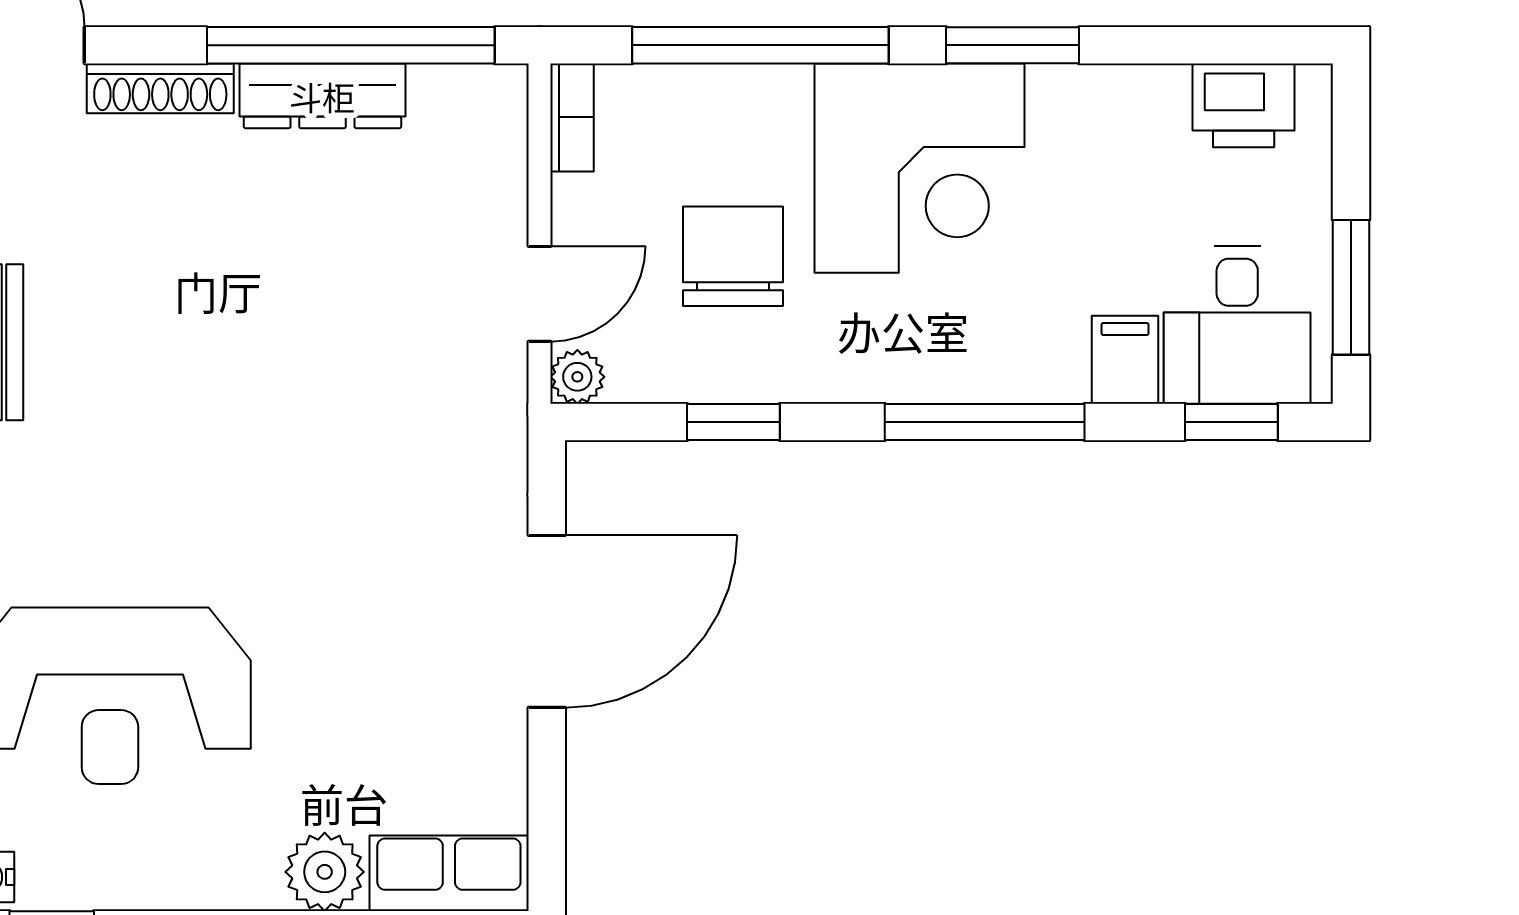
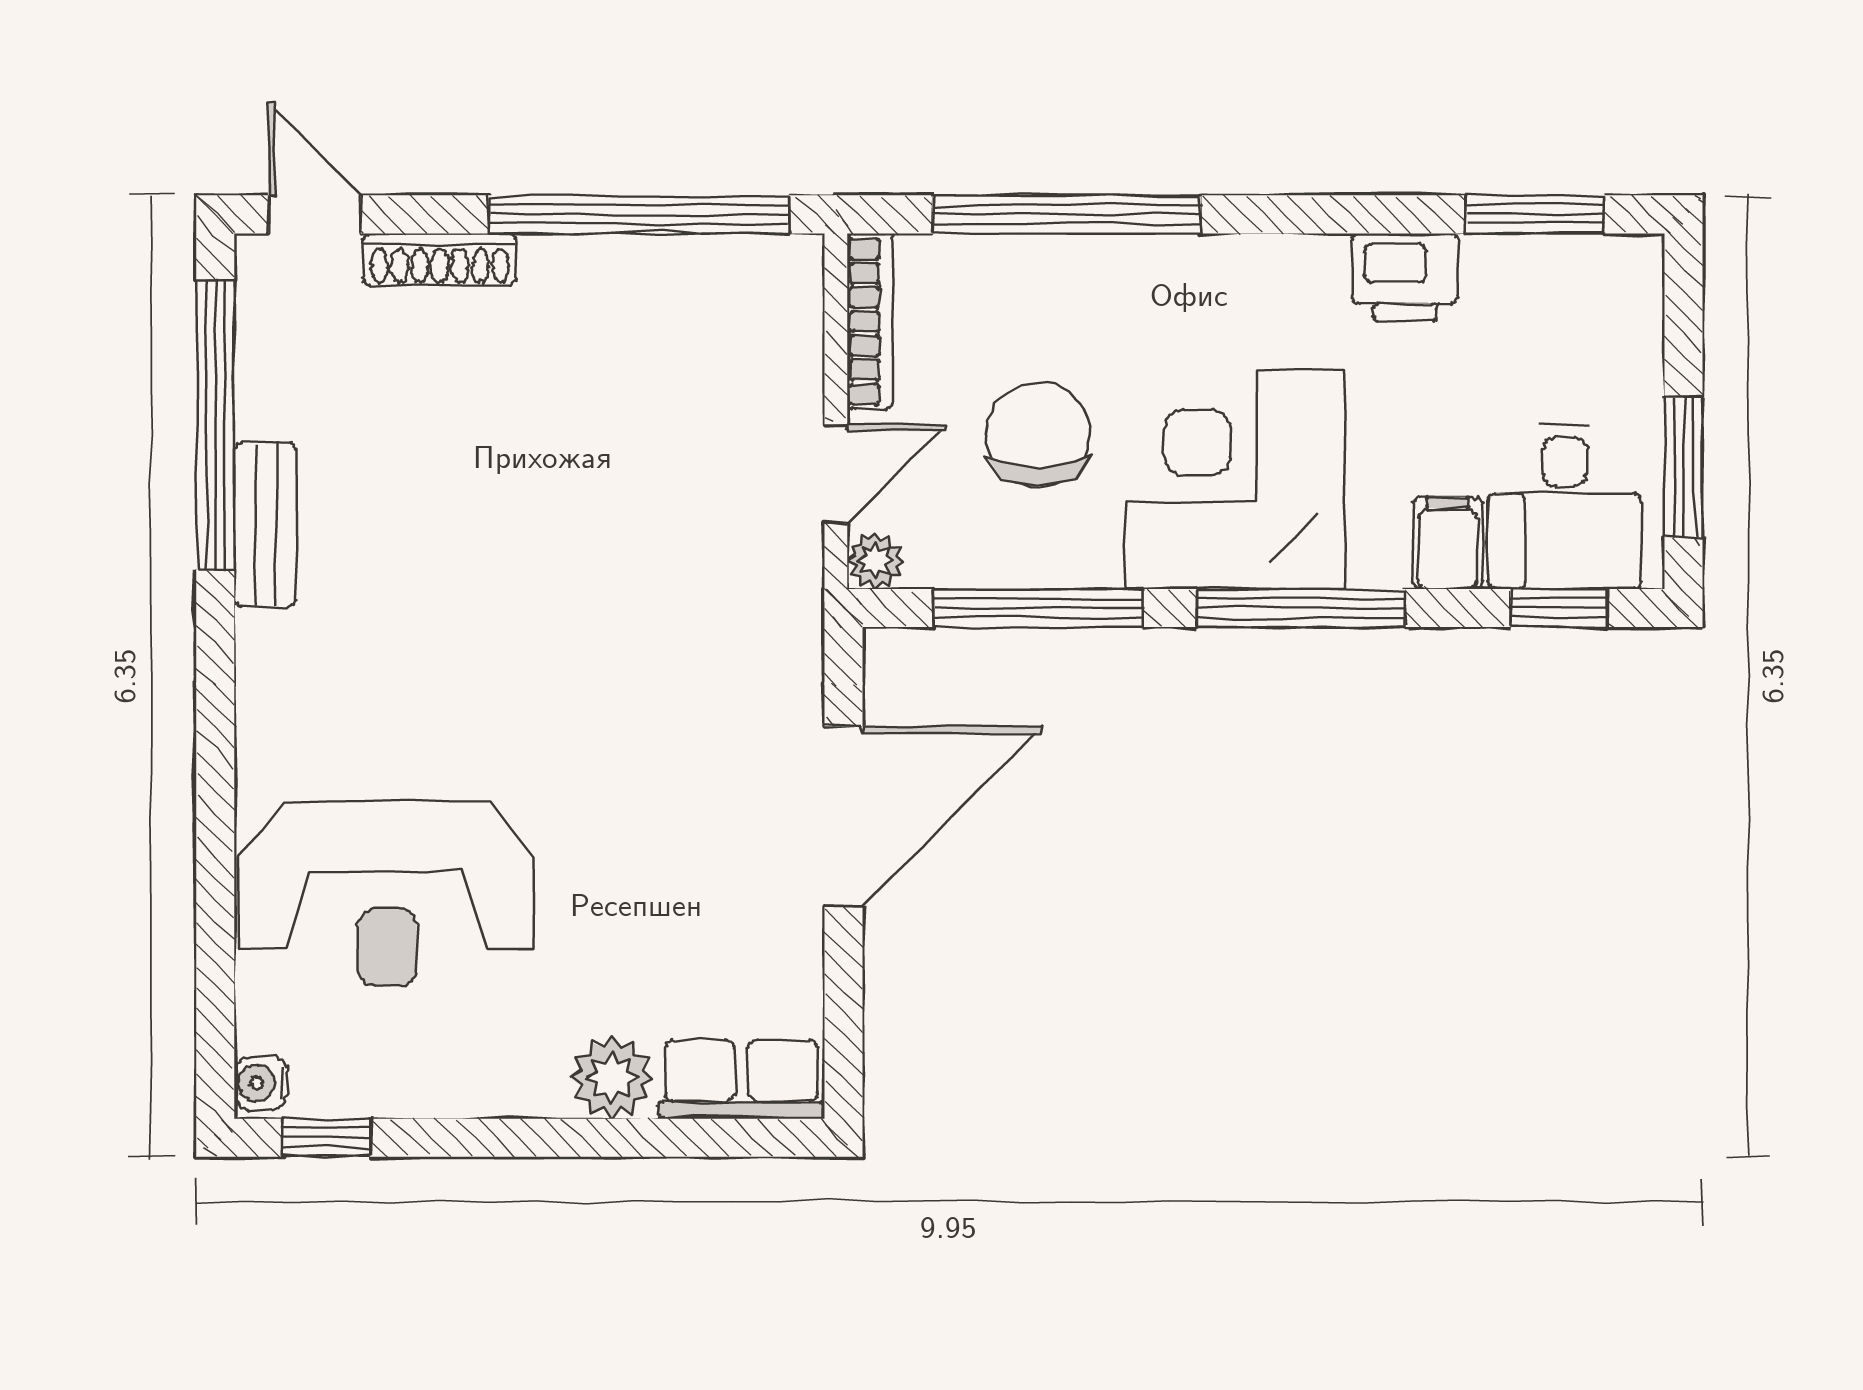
window: (1012, 45) -> (1535, 214), moved
dresser: (322, 96) -> (609, 267), removed
printer: (1244, 105) -> (1405, 277), moved
bookcase: (572, 117) -> (870, 322), width x1.56
corner desk: (920, 168) -> (1235, 480), moved, turned 180
window: (733, 422) -> (1038, 608), width x2.17

